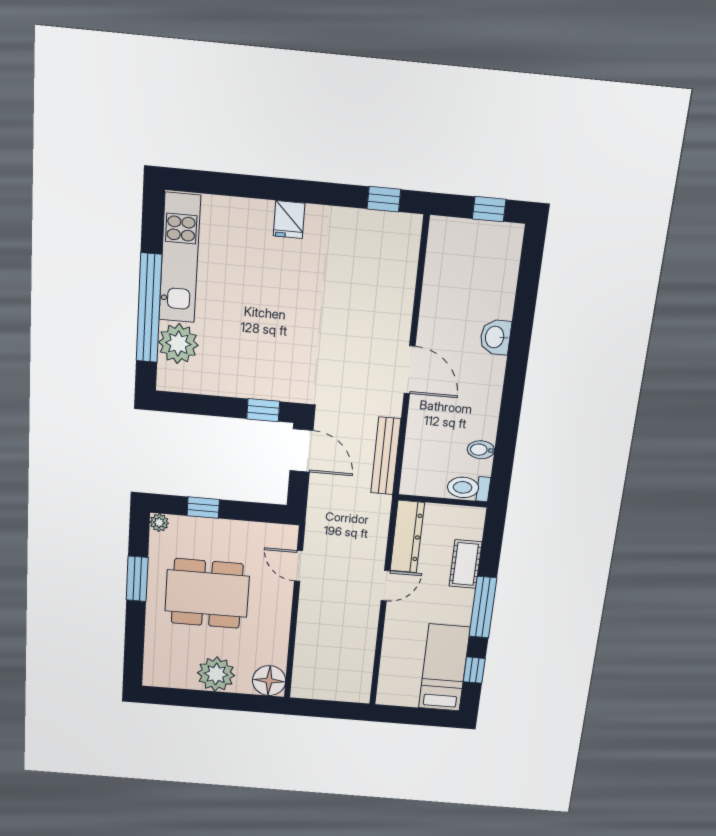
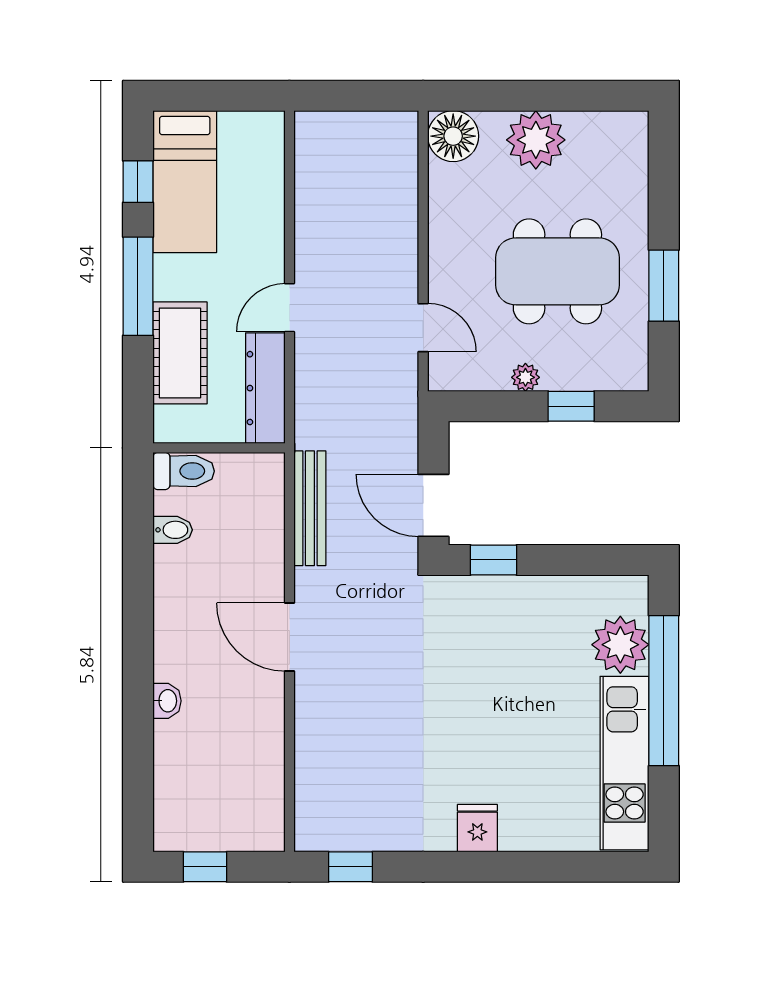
washbasin: (495, 337) -> (167, 701), width x0.72, depth x0.69
plant: (159, 523) -> (525, 377), moved
cot: (466, 564) -> (180, 353), width x1.37, depth x1.34

